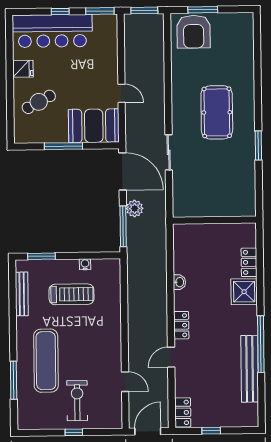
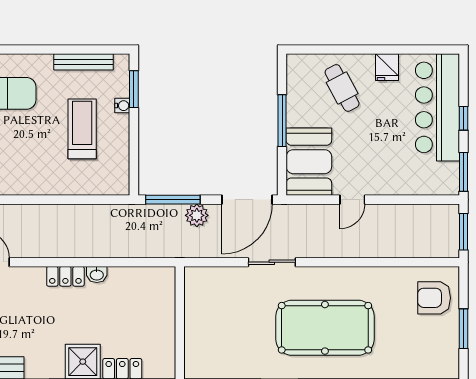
window: (203, 10) -> (464, 329), moved
armchair: (194, 32) -> (434, 298), width x0.73, depth x0.73
pool table: (217, 112) -> (325, 328), width x1.36, depth x1.32
water cooler: (85, 264) -> (122, 106), moved
treadmill: (71, 294) -> (82, 129), turned 180
locker: (181, 325) -> (65, 276), moved

